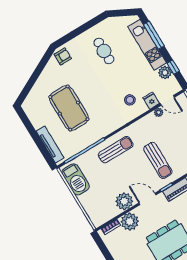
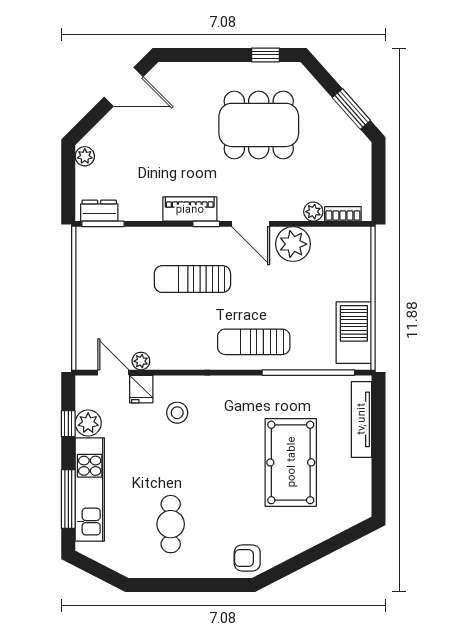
sun lounger: (158, 160) -> (192, 279), turned -90
plant: (130, 222) -> (313, 212), width x0.53, depth x0.53

